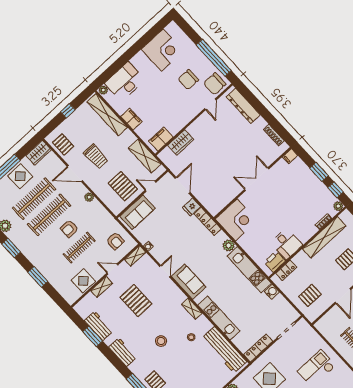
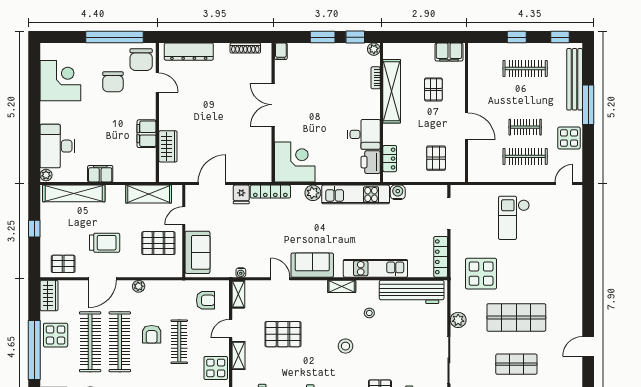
filing cabinet: (161, 139) -> (147, 134), moved
door: (183, 185) -> (212, 184), hinge flipped

